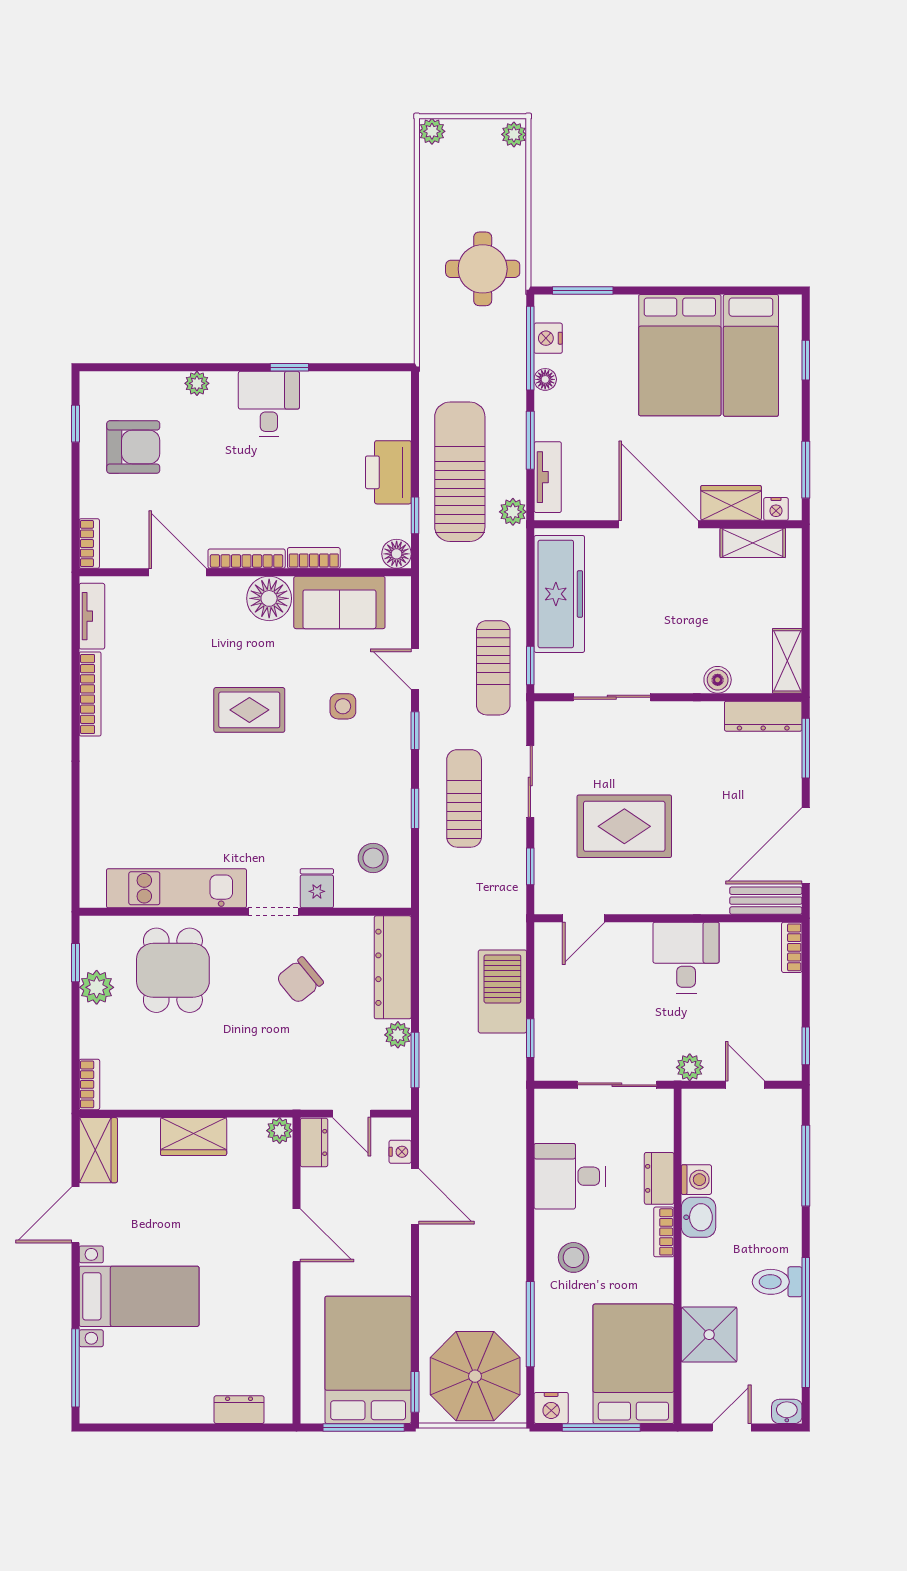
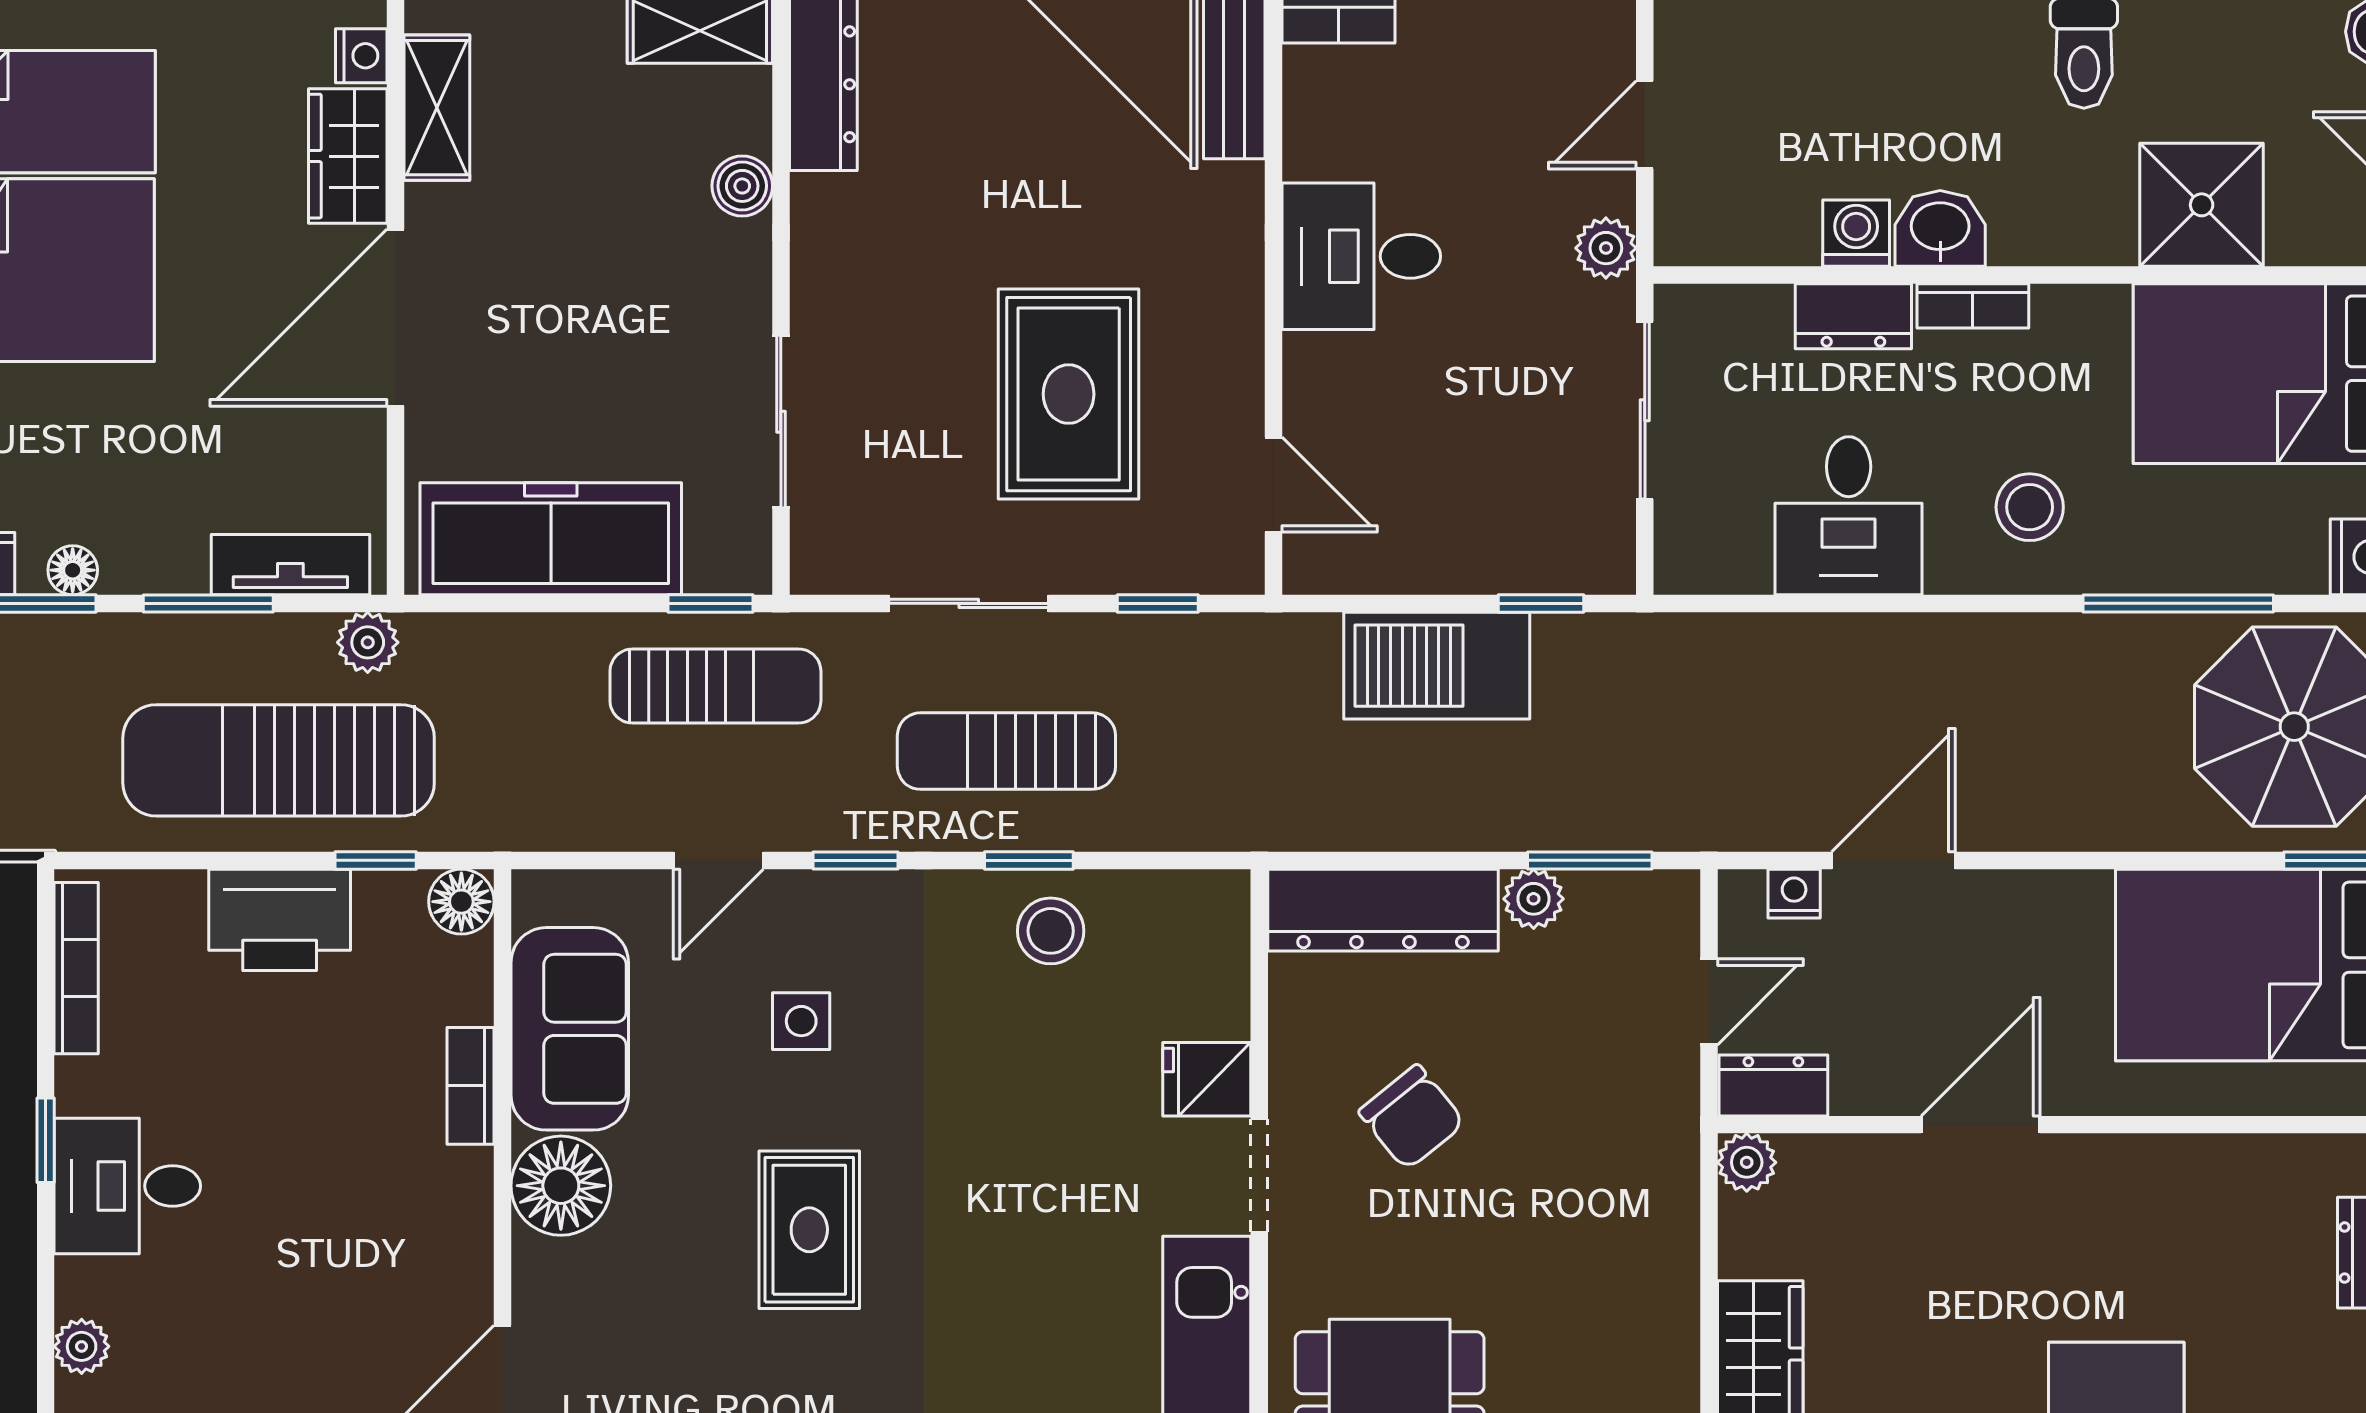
bookcase: (247, 559) -> (76, 968), moved, turned 180
stool: (373, 858) -> (1051, 931), moved

